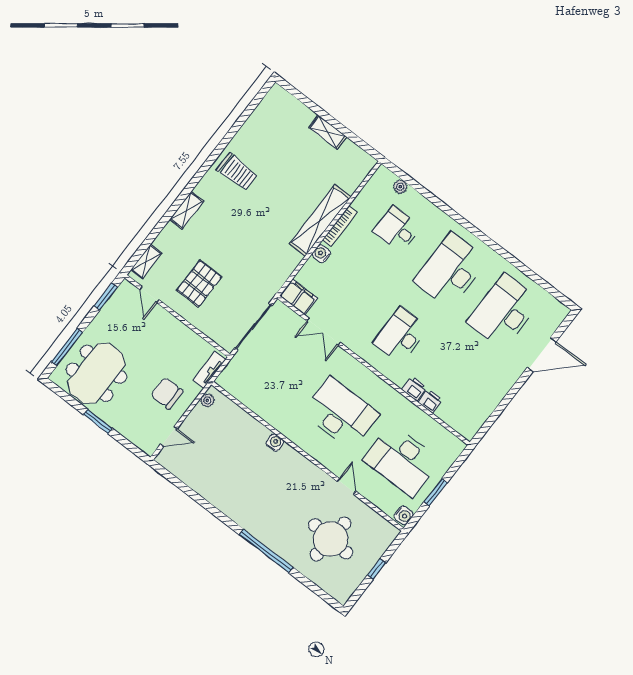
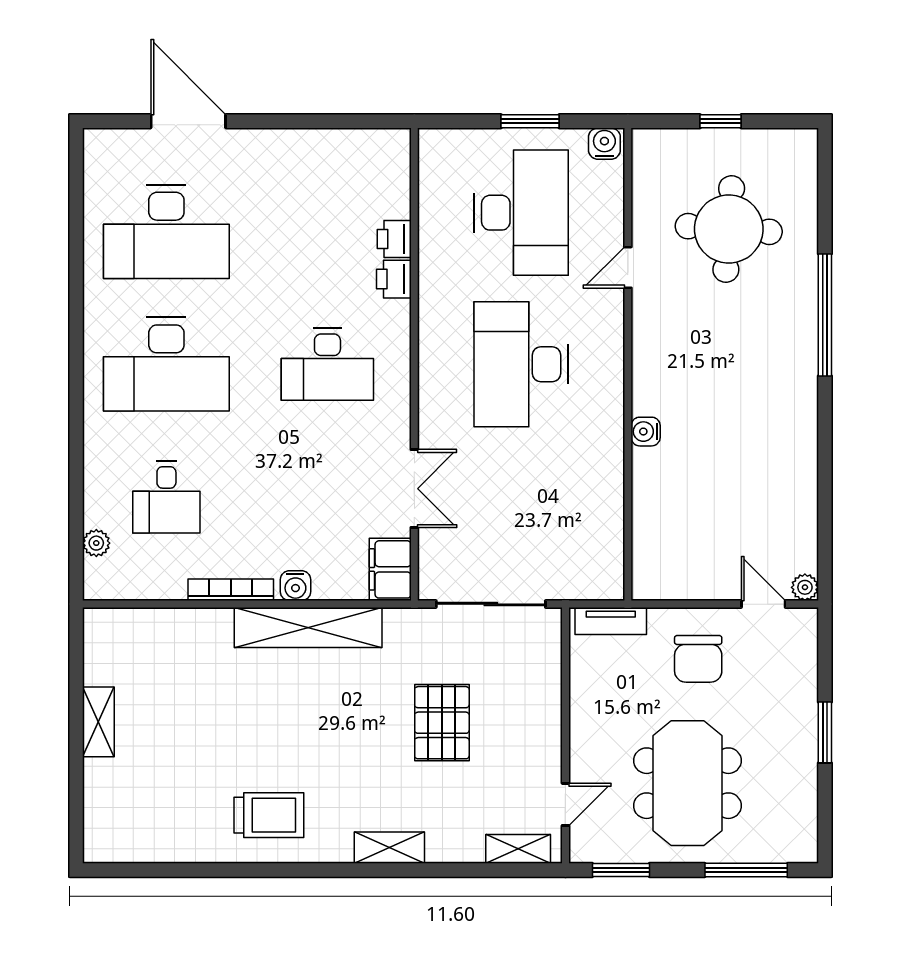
trolley: (237, 172) -> (269, 815), turned 90
shelving: (320, 220) -> (308, 627), moved
pallet: (199, 284) -> (442, 723), moved, turned 90
meeting table: (96, 373) -> (687, 783), moved, turned 90
plant: (207, 400) -> (805, 587), moved

